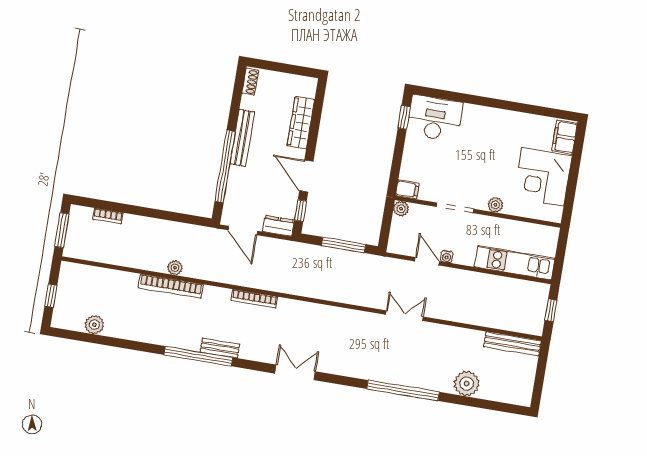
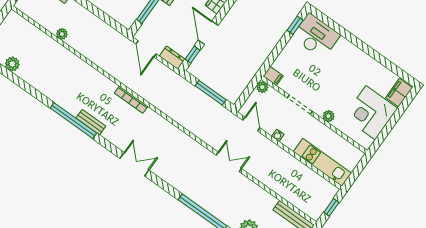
door: (427, 261) -> (251, 124), moved
plant: (175, 268) -> (62, 34), moved
bookcase: (171, 286) -> (78, 63), removed

